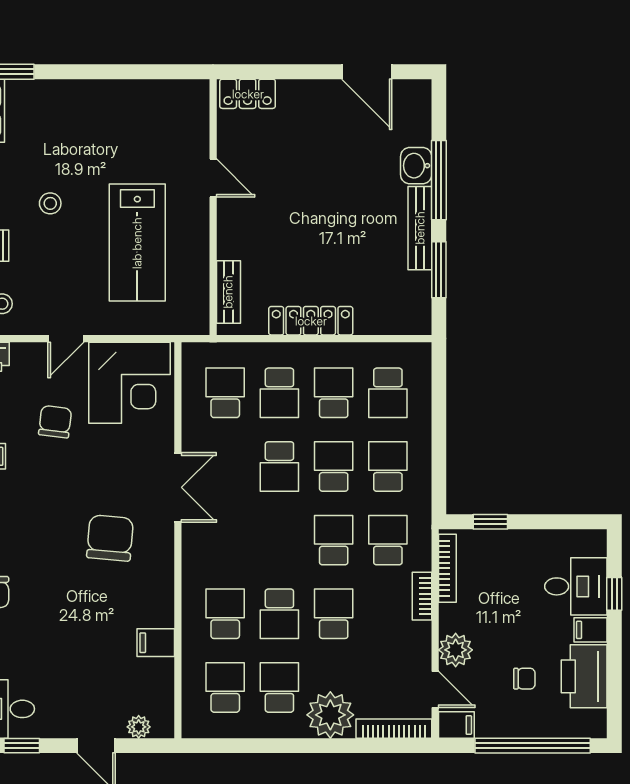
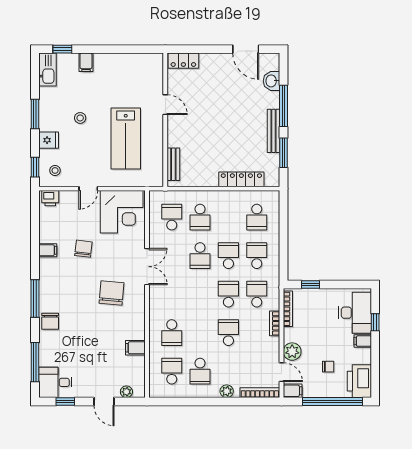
filing cabinet: (61, 97) -> (86, 62), added
washbasin: (416, 166) -> (272, 81), moved
locker: (311, 321) -> (241, 179), moved
school desk: (334, 393) -> (228, 217), removed
chair: (55, 422) -> (83, 249), moved
desk: (576, 586) -> (355, 313), width x1.37
school desk: (225, 614) -> (172, 333), turned 180
school desk: (279, 614) -> (200, 333), removed
printer: (584, 676) -> (359, 381), moved
school desk: (279, 687) -> (200, 371), turned 180
plant: (330, 715) -> (227, 391), width x0.53, depth x0.53

